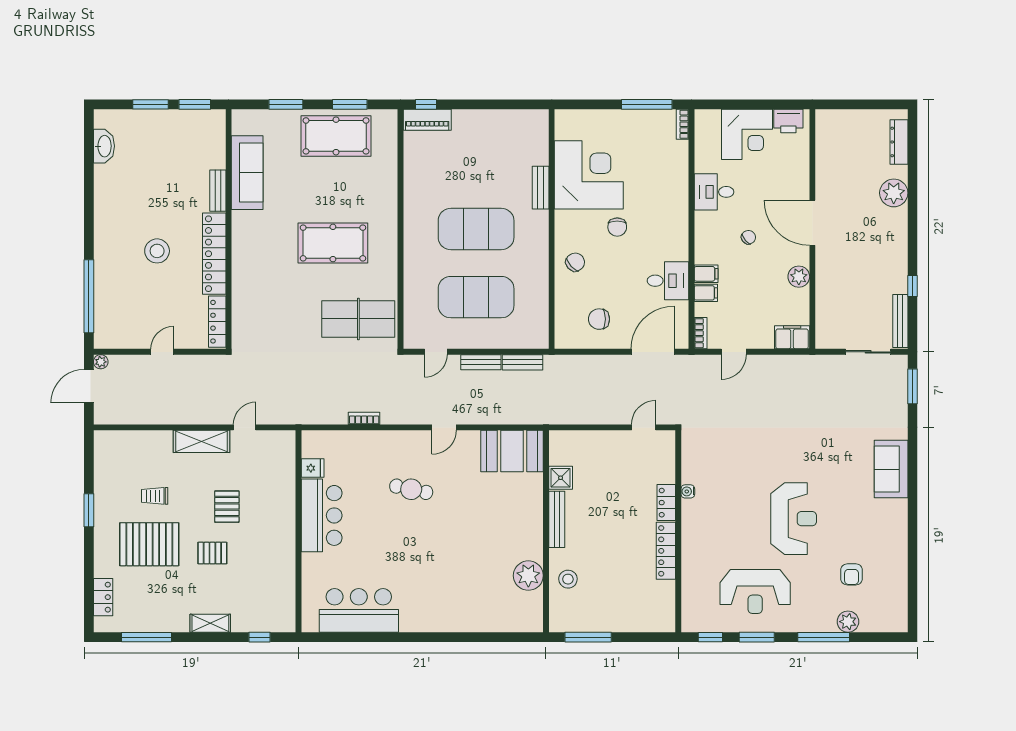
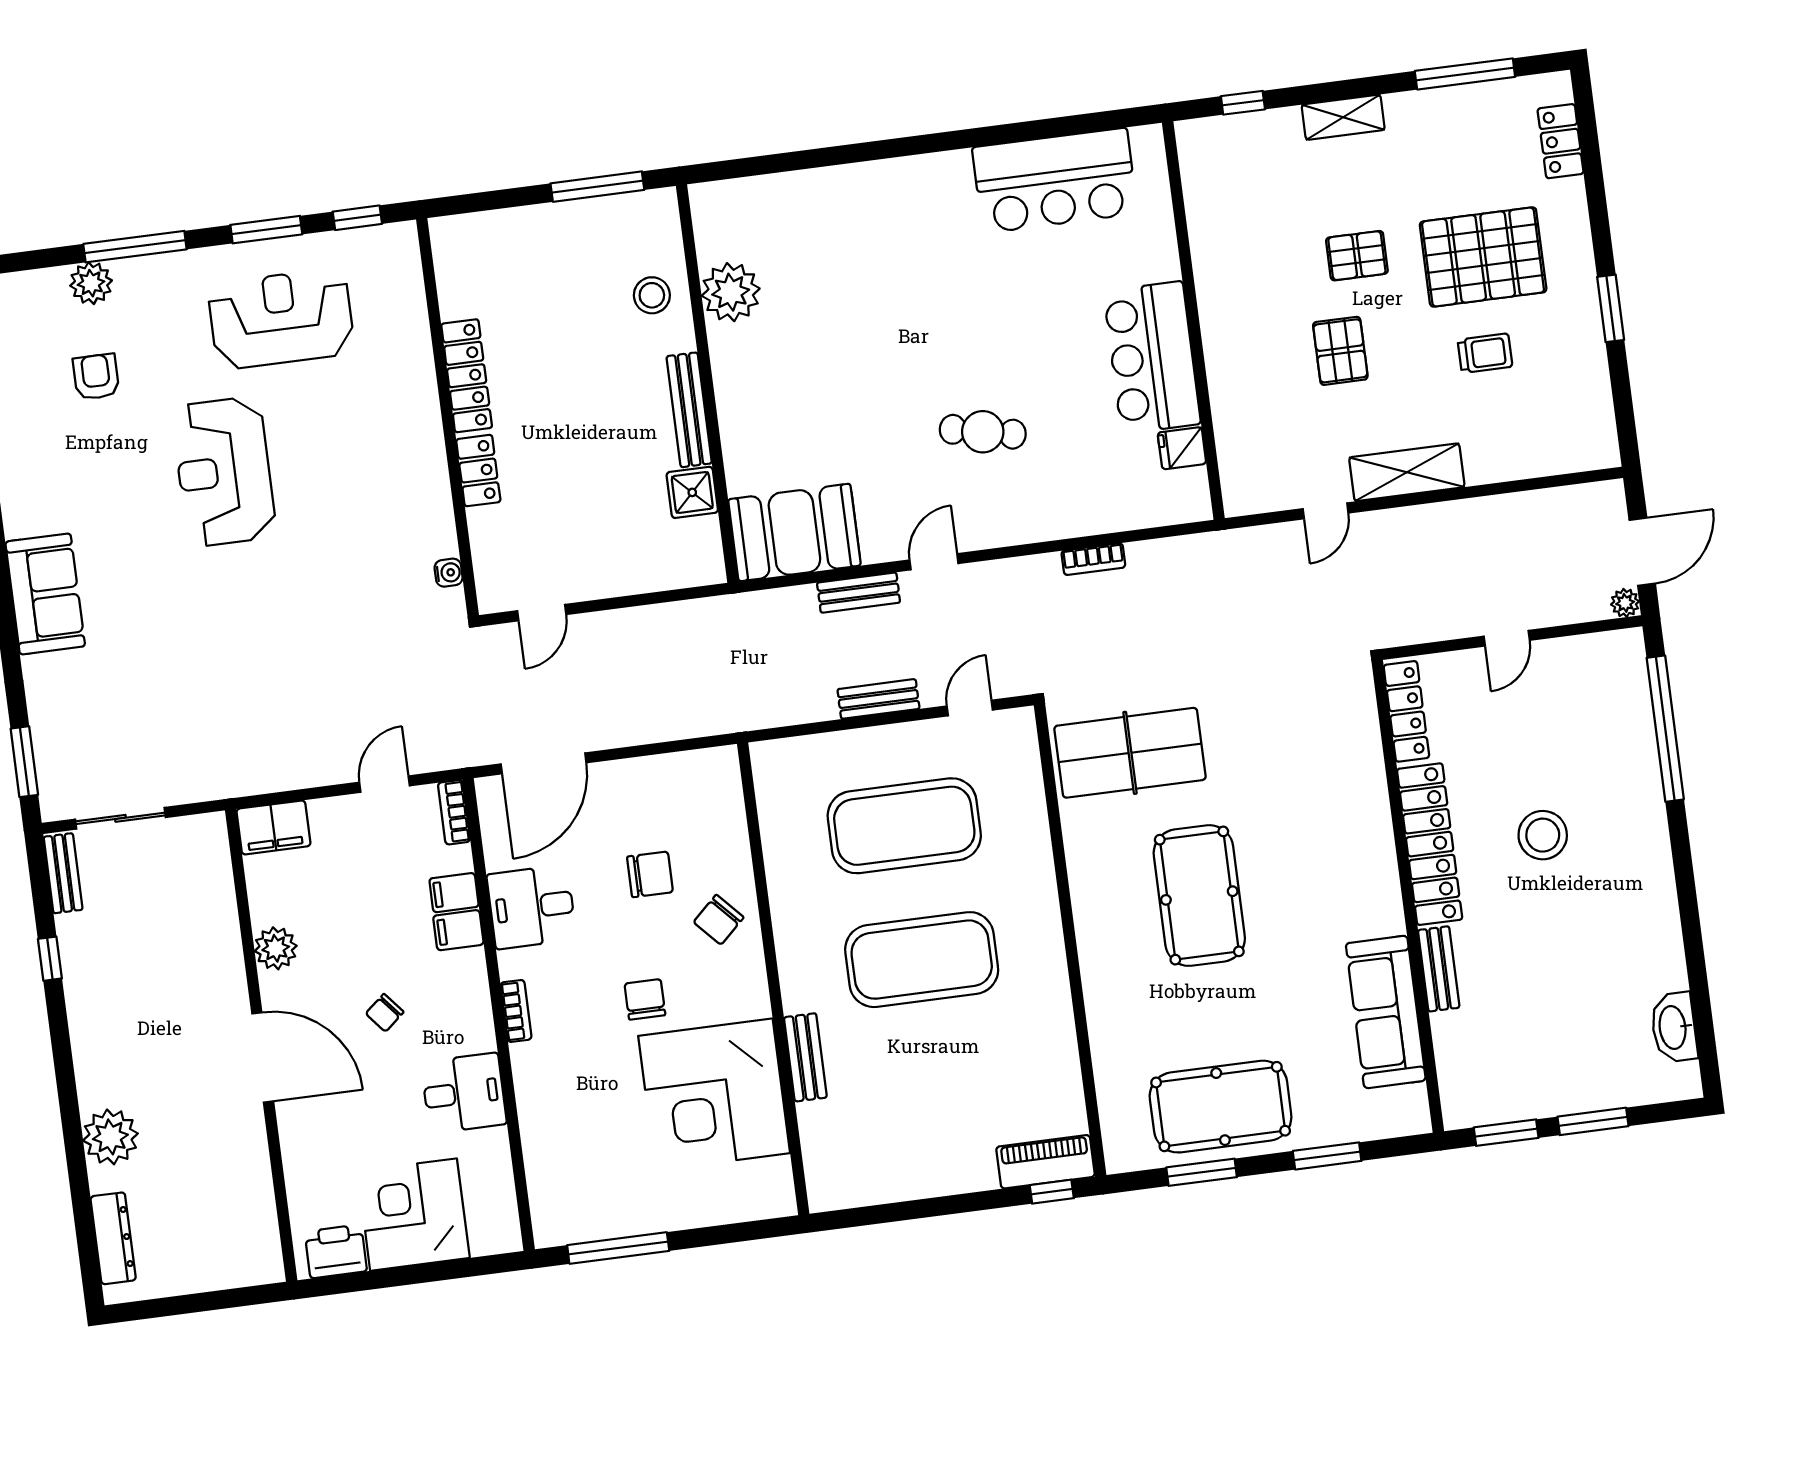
bookcase: (683, 124) -> (516, 1011), moved
pool table: (333, 243) -> (1199, 896), turned 90
chair: (599, 319) -> (650, 874), moved
bench: (900, 321) -> (63, 873), width x0.73
bench: (522, 362) -> (859, 593), moved
water cooler: (688, 491) -> (449, 573), moved

